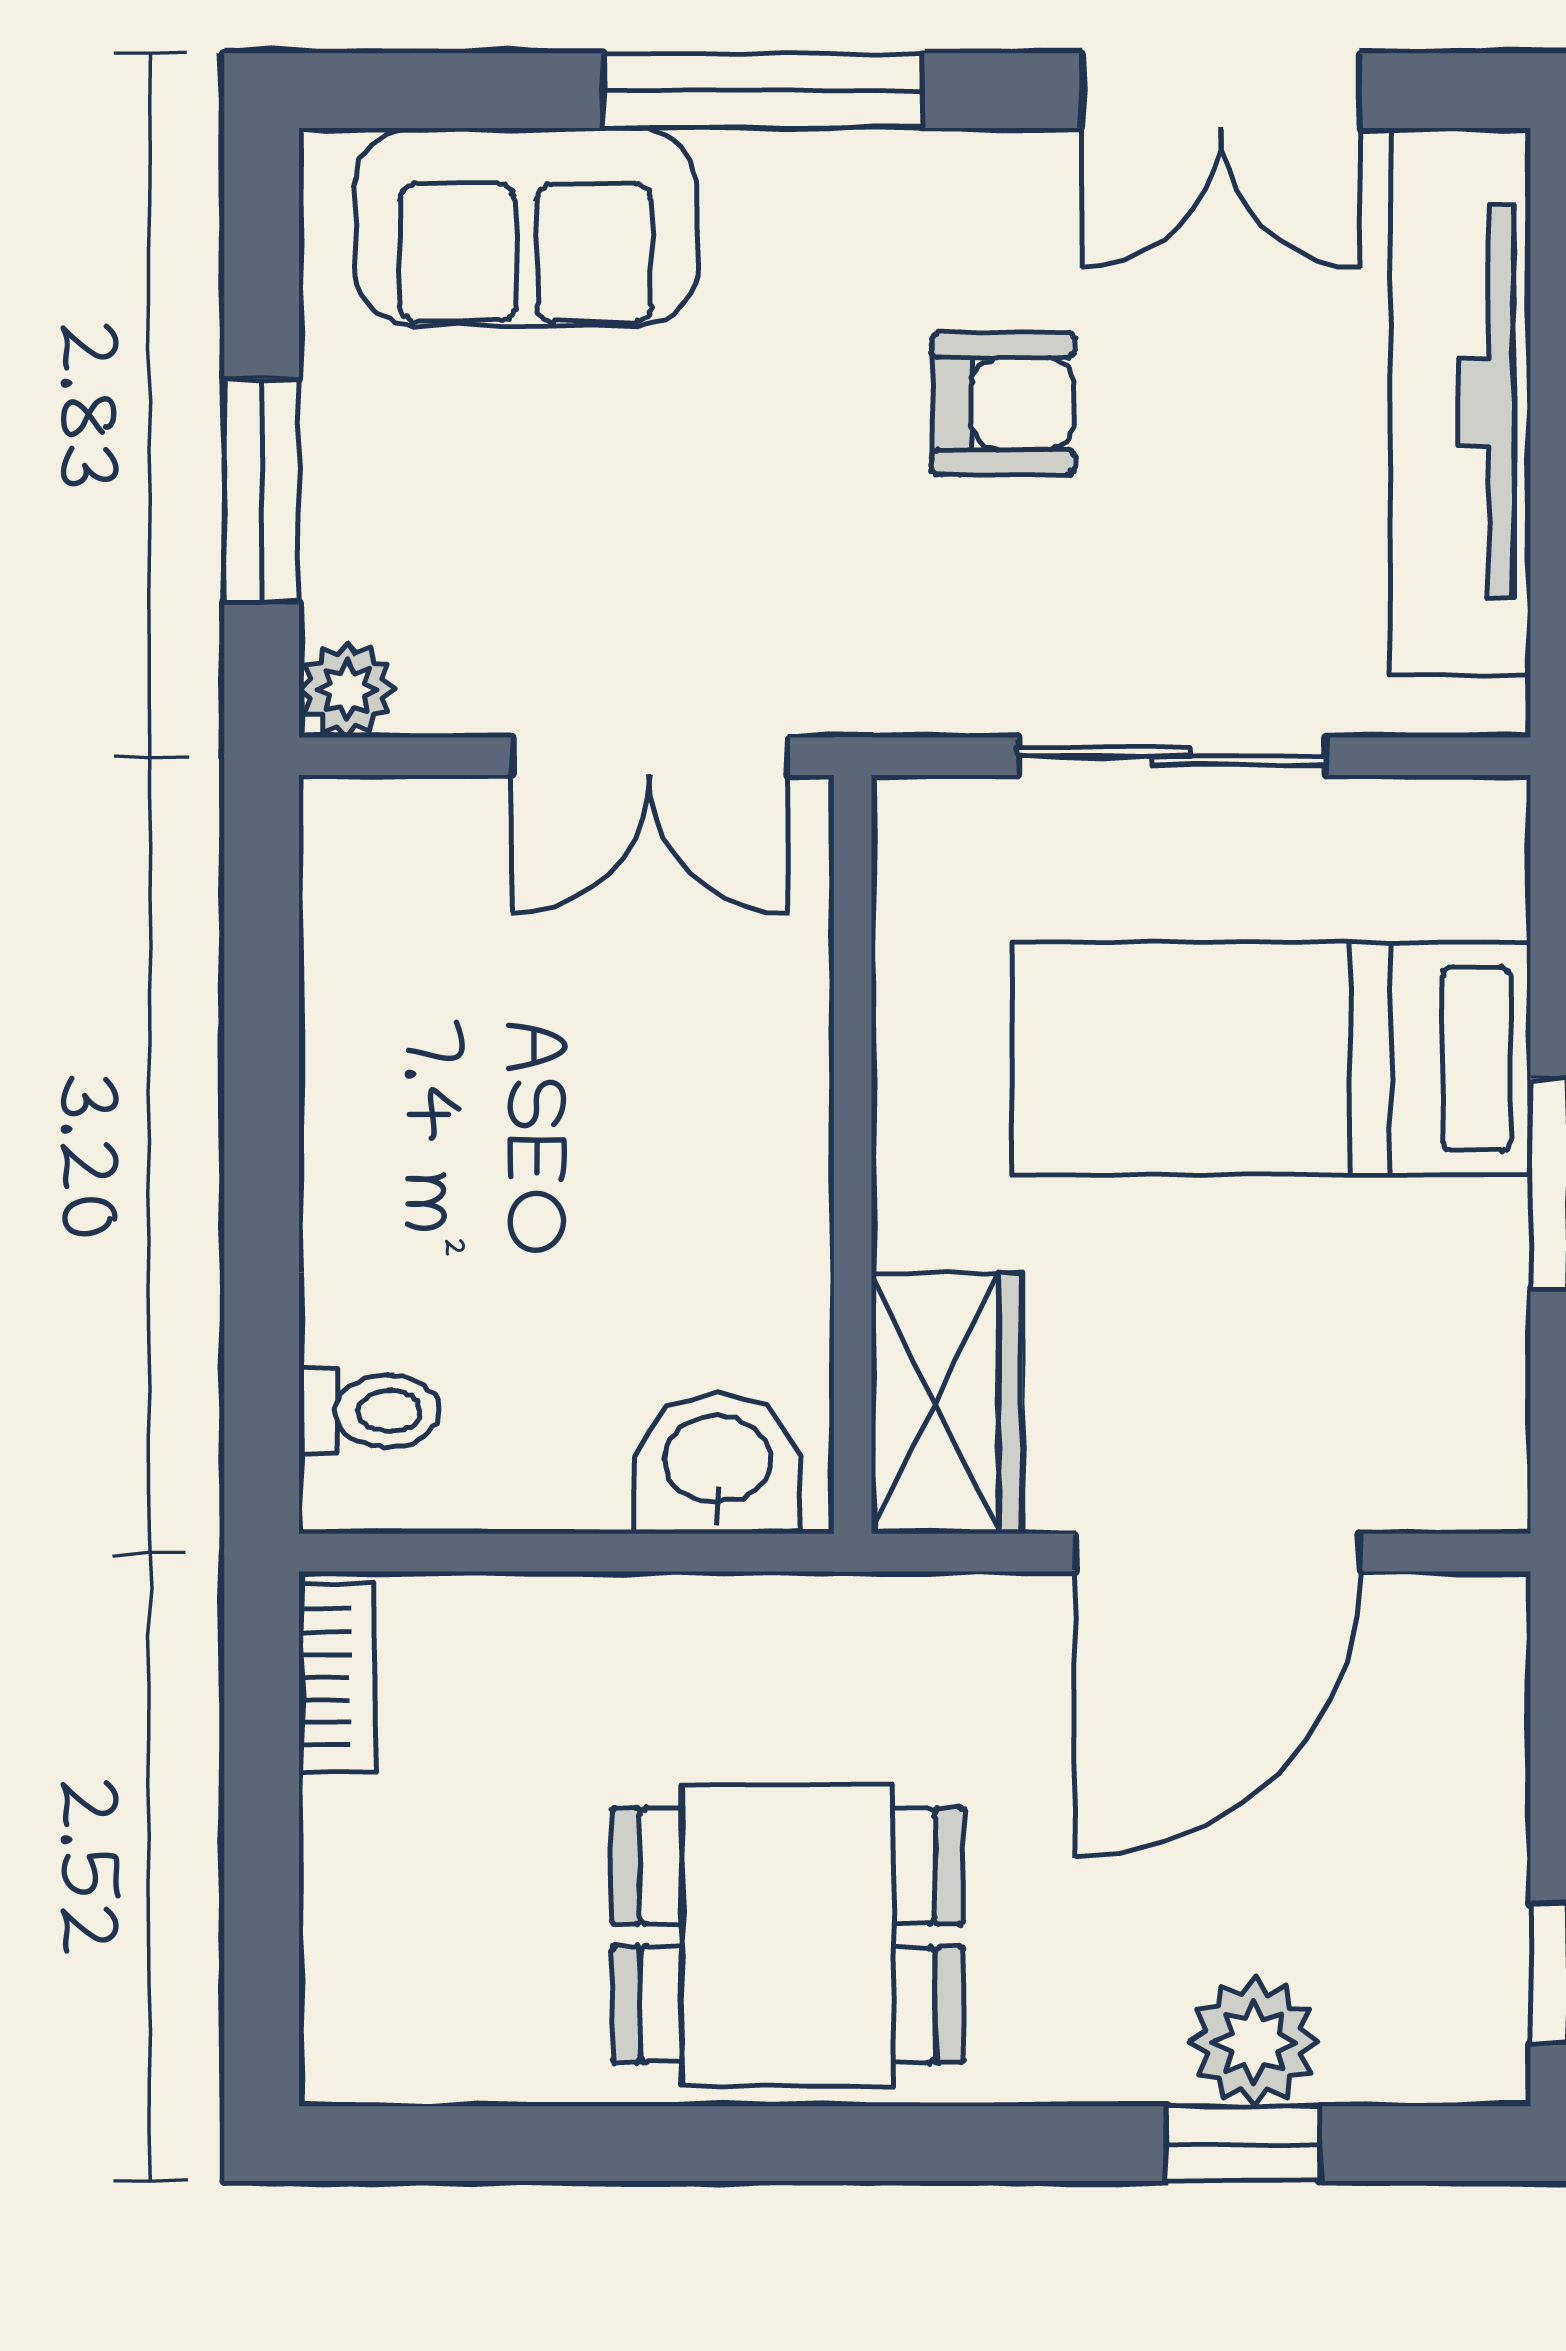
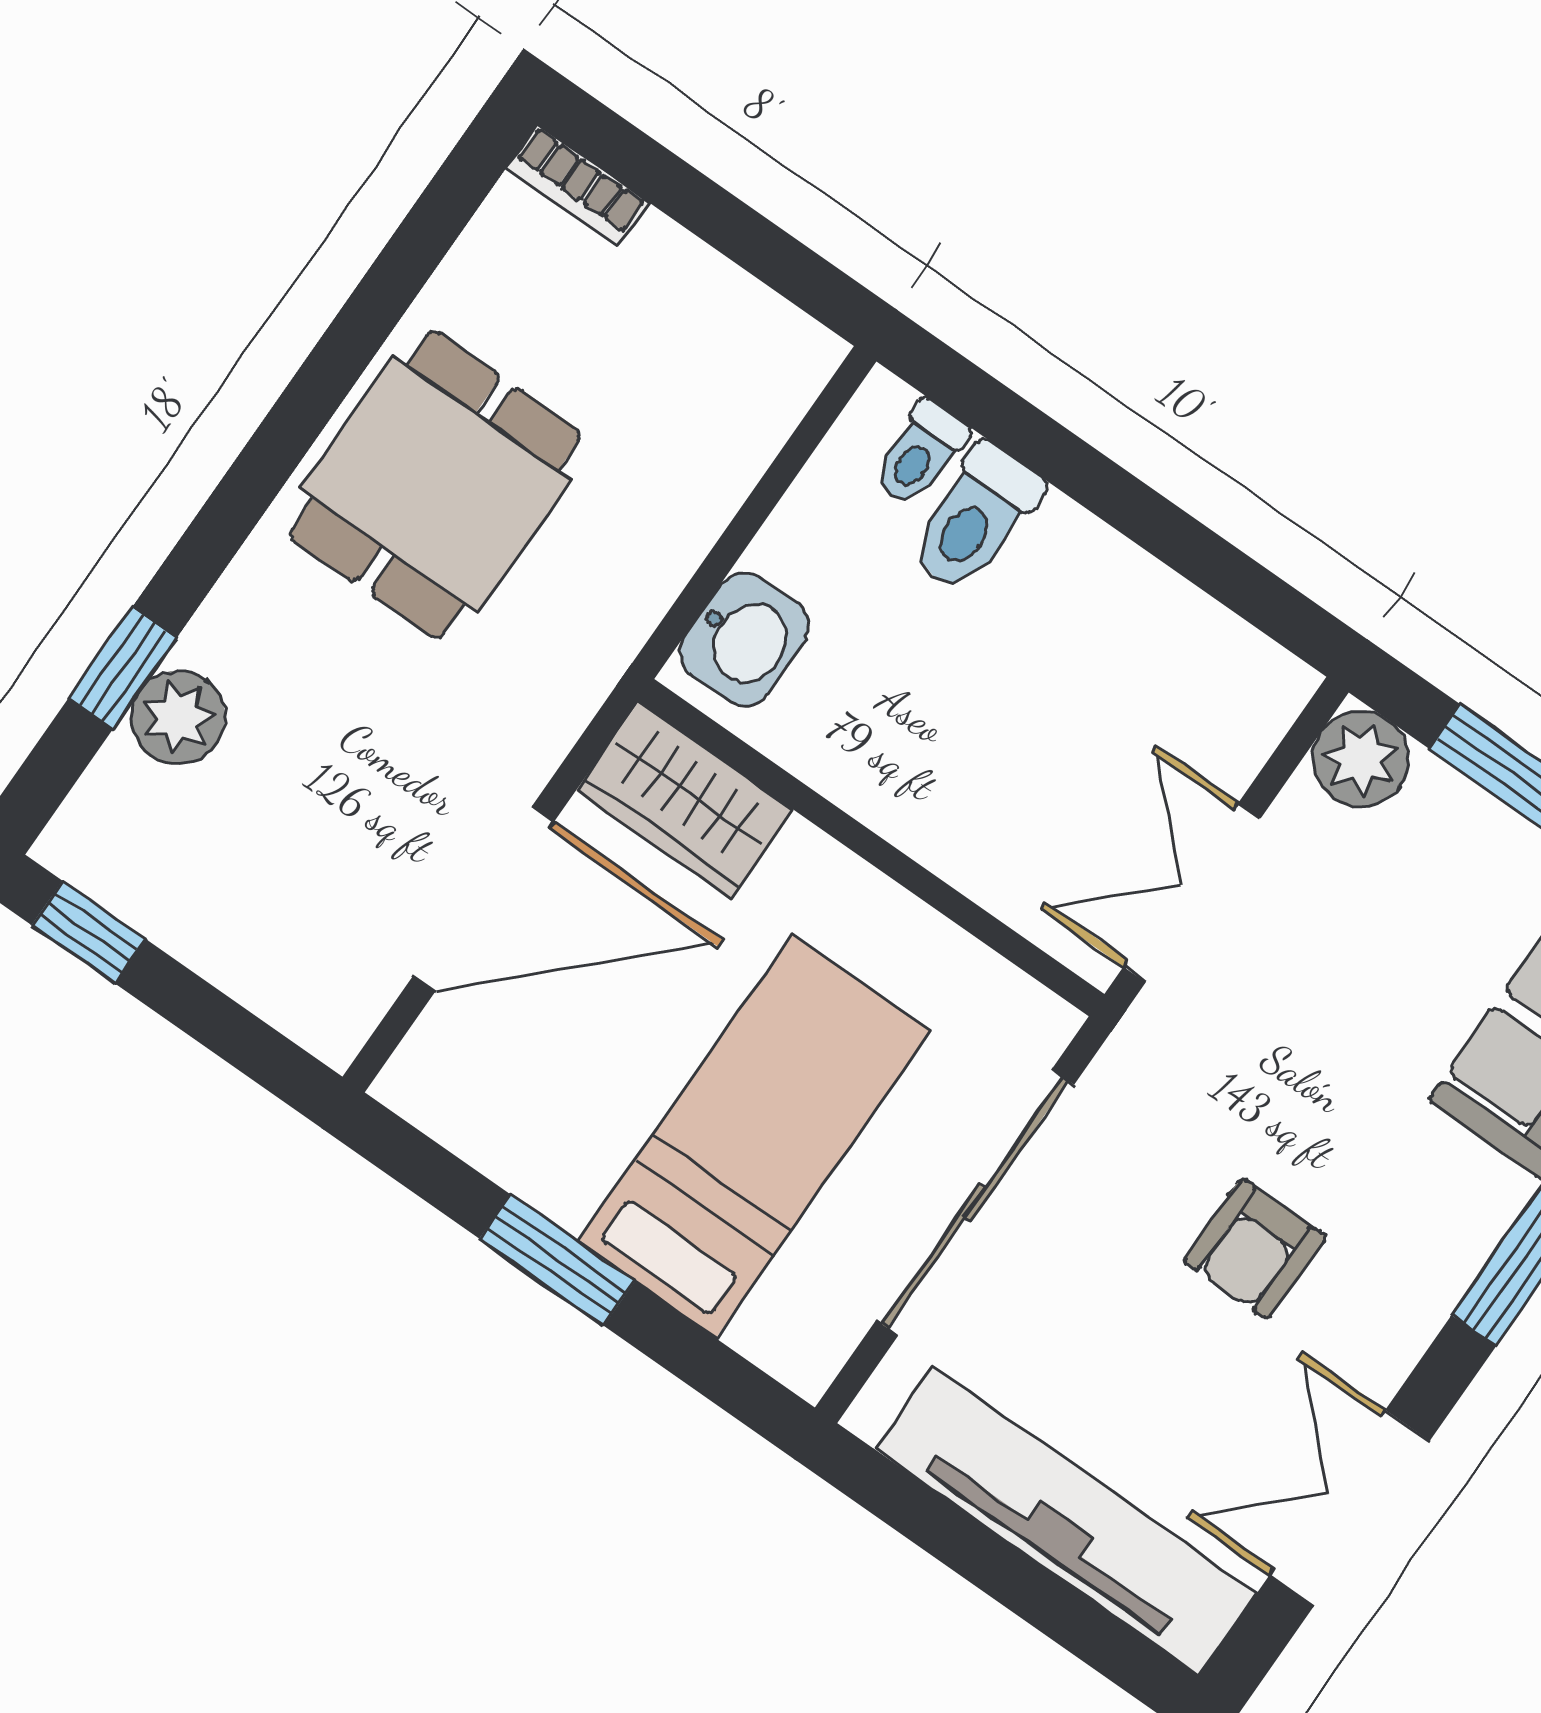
plant: (347, 690) -> (1361, 759), width x1.38, depth x1.38
sliding door: (1172, 756) -> (975, 1202), width x1.37
toilet: (398, 1298) -> (975, 518), added
door: (1218, 1553) -> (484, 899), swing flipped
bookcase: (337, 1677) -> (577, 185), moved

